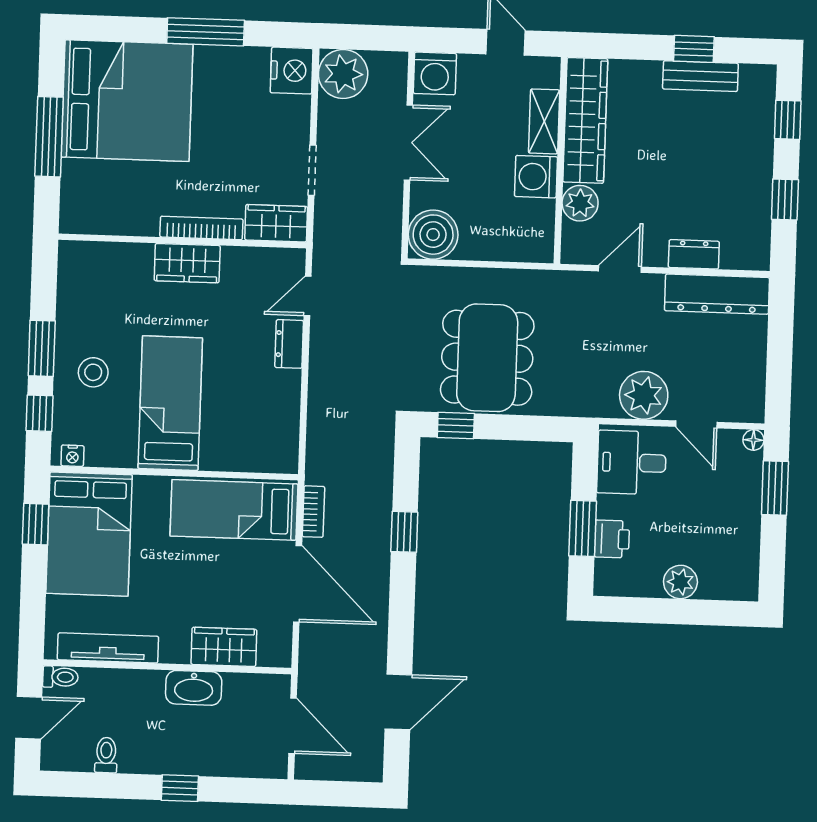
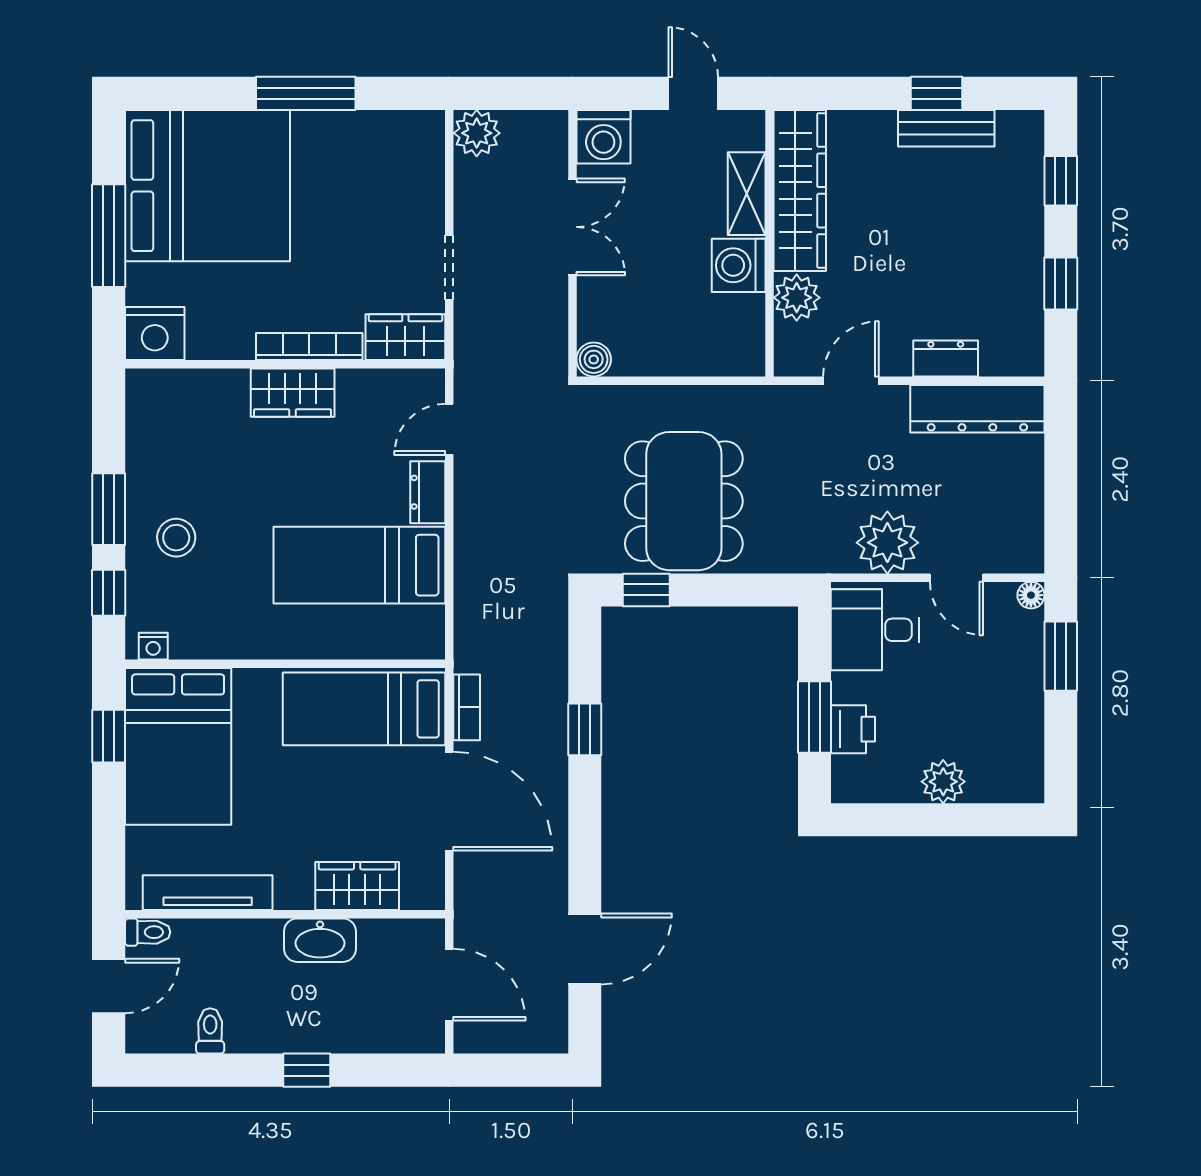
nightstand: (292, 71) -> (155, 334), moved, turned 90
plant: (343, 74) -> (477, 133), width x0.73, depth x0.73
boiler: (433, 235) -> (594, 359), width x0.54, depth x0.54
bed: (170, 403) -> (359, 565), moved, turned -90

